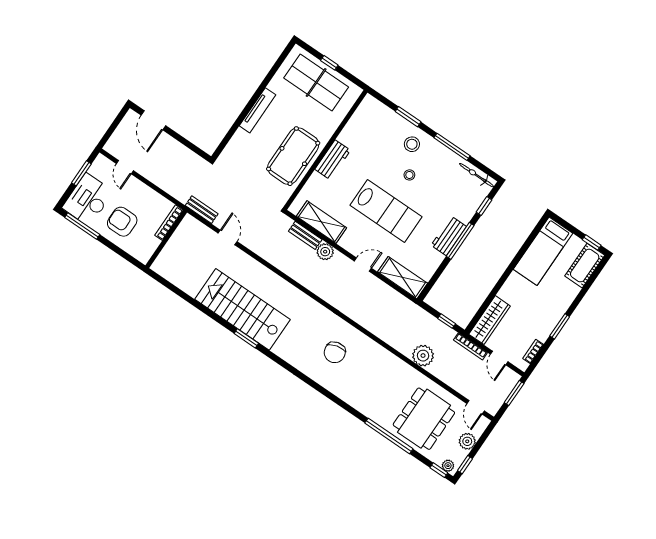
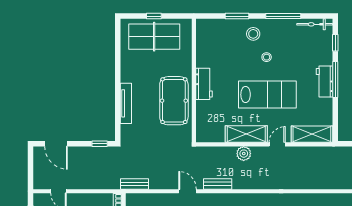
tv unit: (257, 110) -> (126, 103), moved
window: (195, 149) -> (100, 144), added
shelving: (322, 222) -> (246, 134), moved
bench: (305, 235) -> (218, 184), moved
door: (228, 237) -> (188, 191), moved

